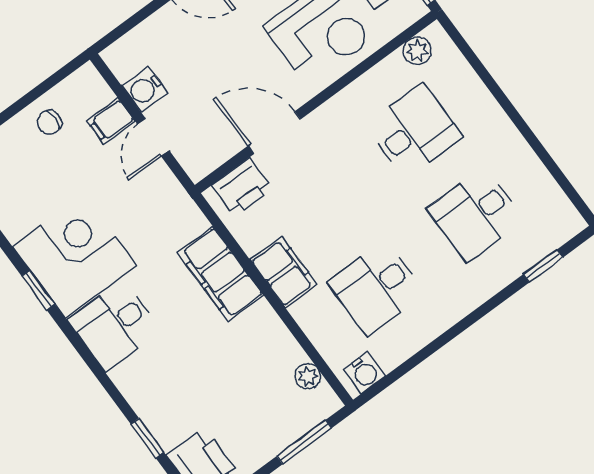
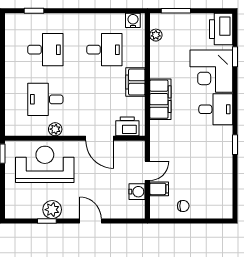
plant: (417, 51) -> (55, 129), moved
corner desk: (75, 256) -> (211, 71), moved

